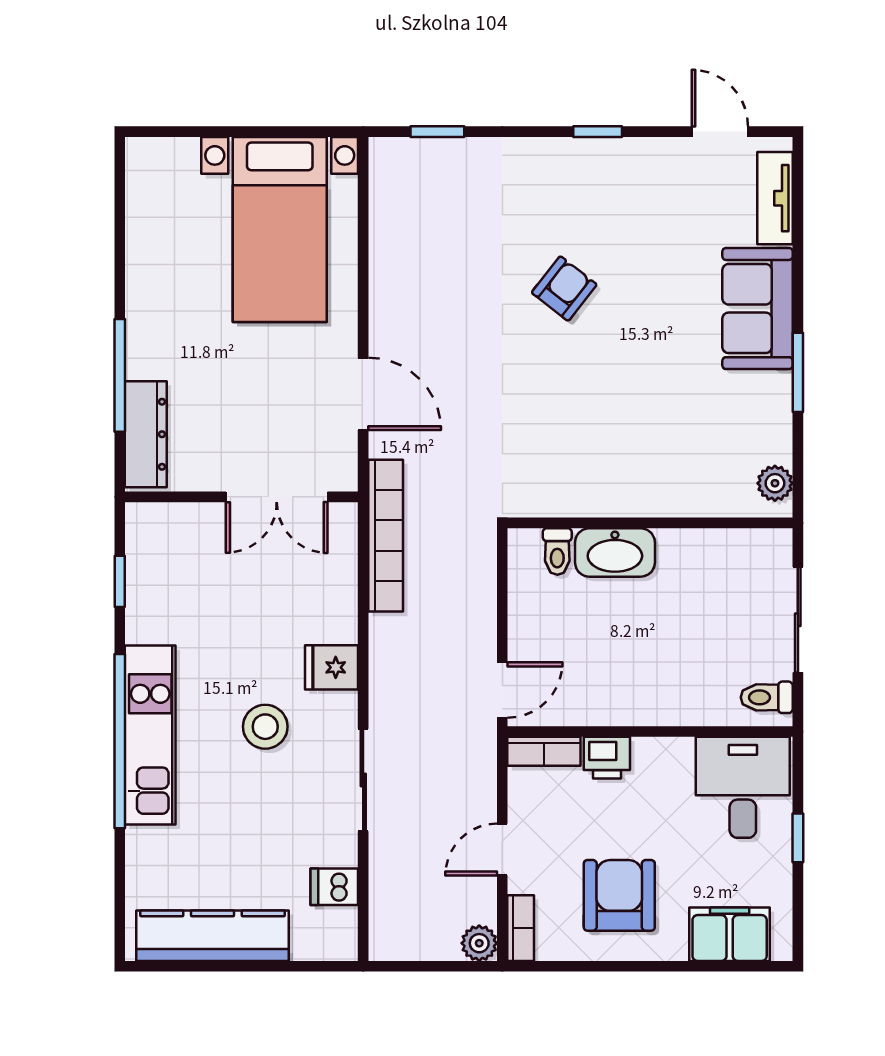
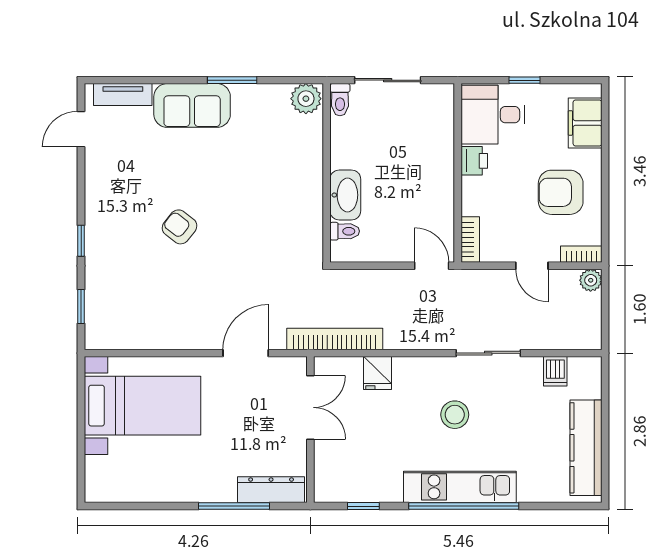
window: (598, 132) -> (81, 241), moved
plant: (775, 483) -> (306, 99), width x1.38, depth x1.38
fridge: (331, 667) -> (378, 373), moved
toilet: (767, 697) -> (340, 100), moved
printer: (607, 758) -> (474, 161), moved

